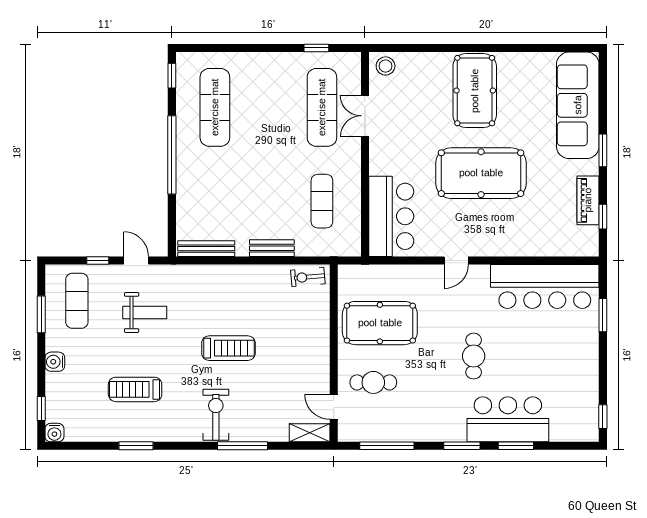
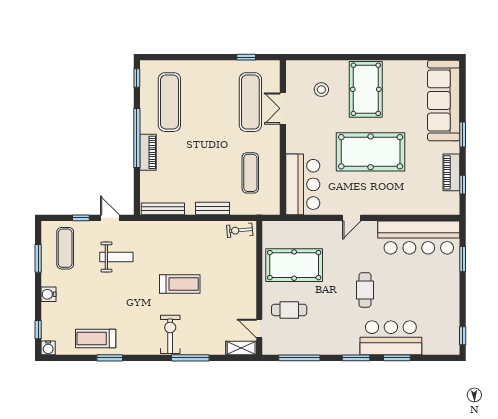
stool: (386, 66) -> (321, 90), moved
piano: (186, 174) -> (148, 152), added
treadmill: (135, 389) -> (96, 339), moved

